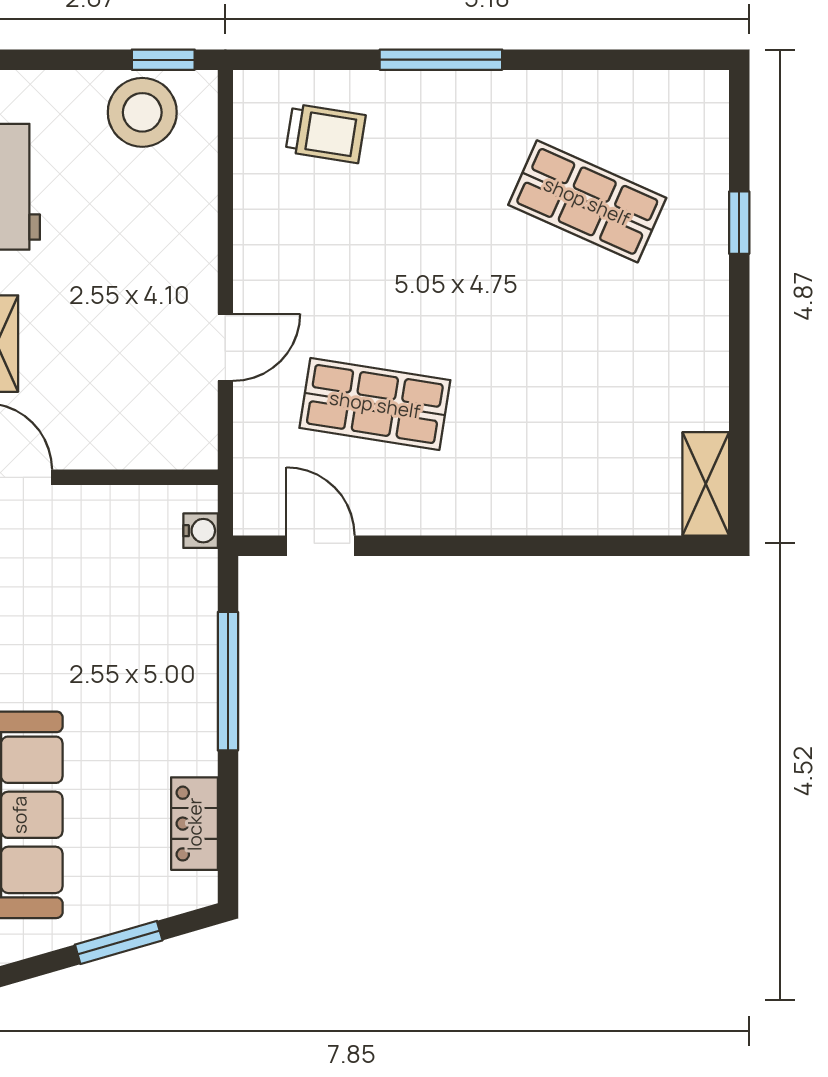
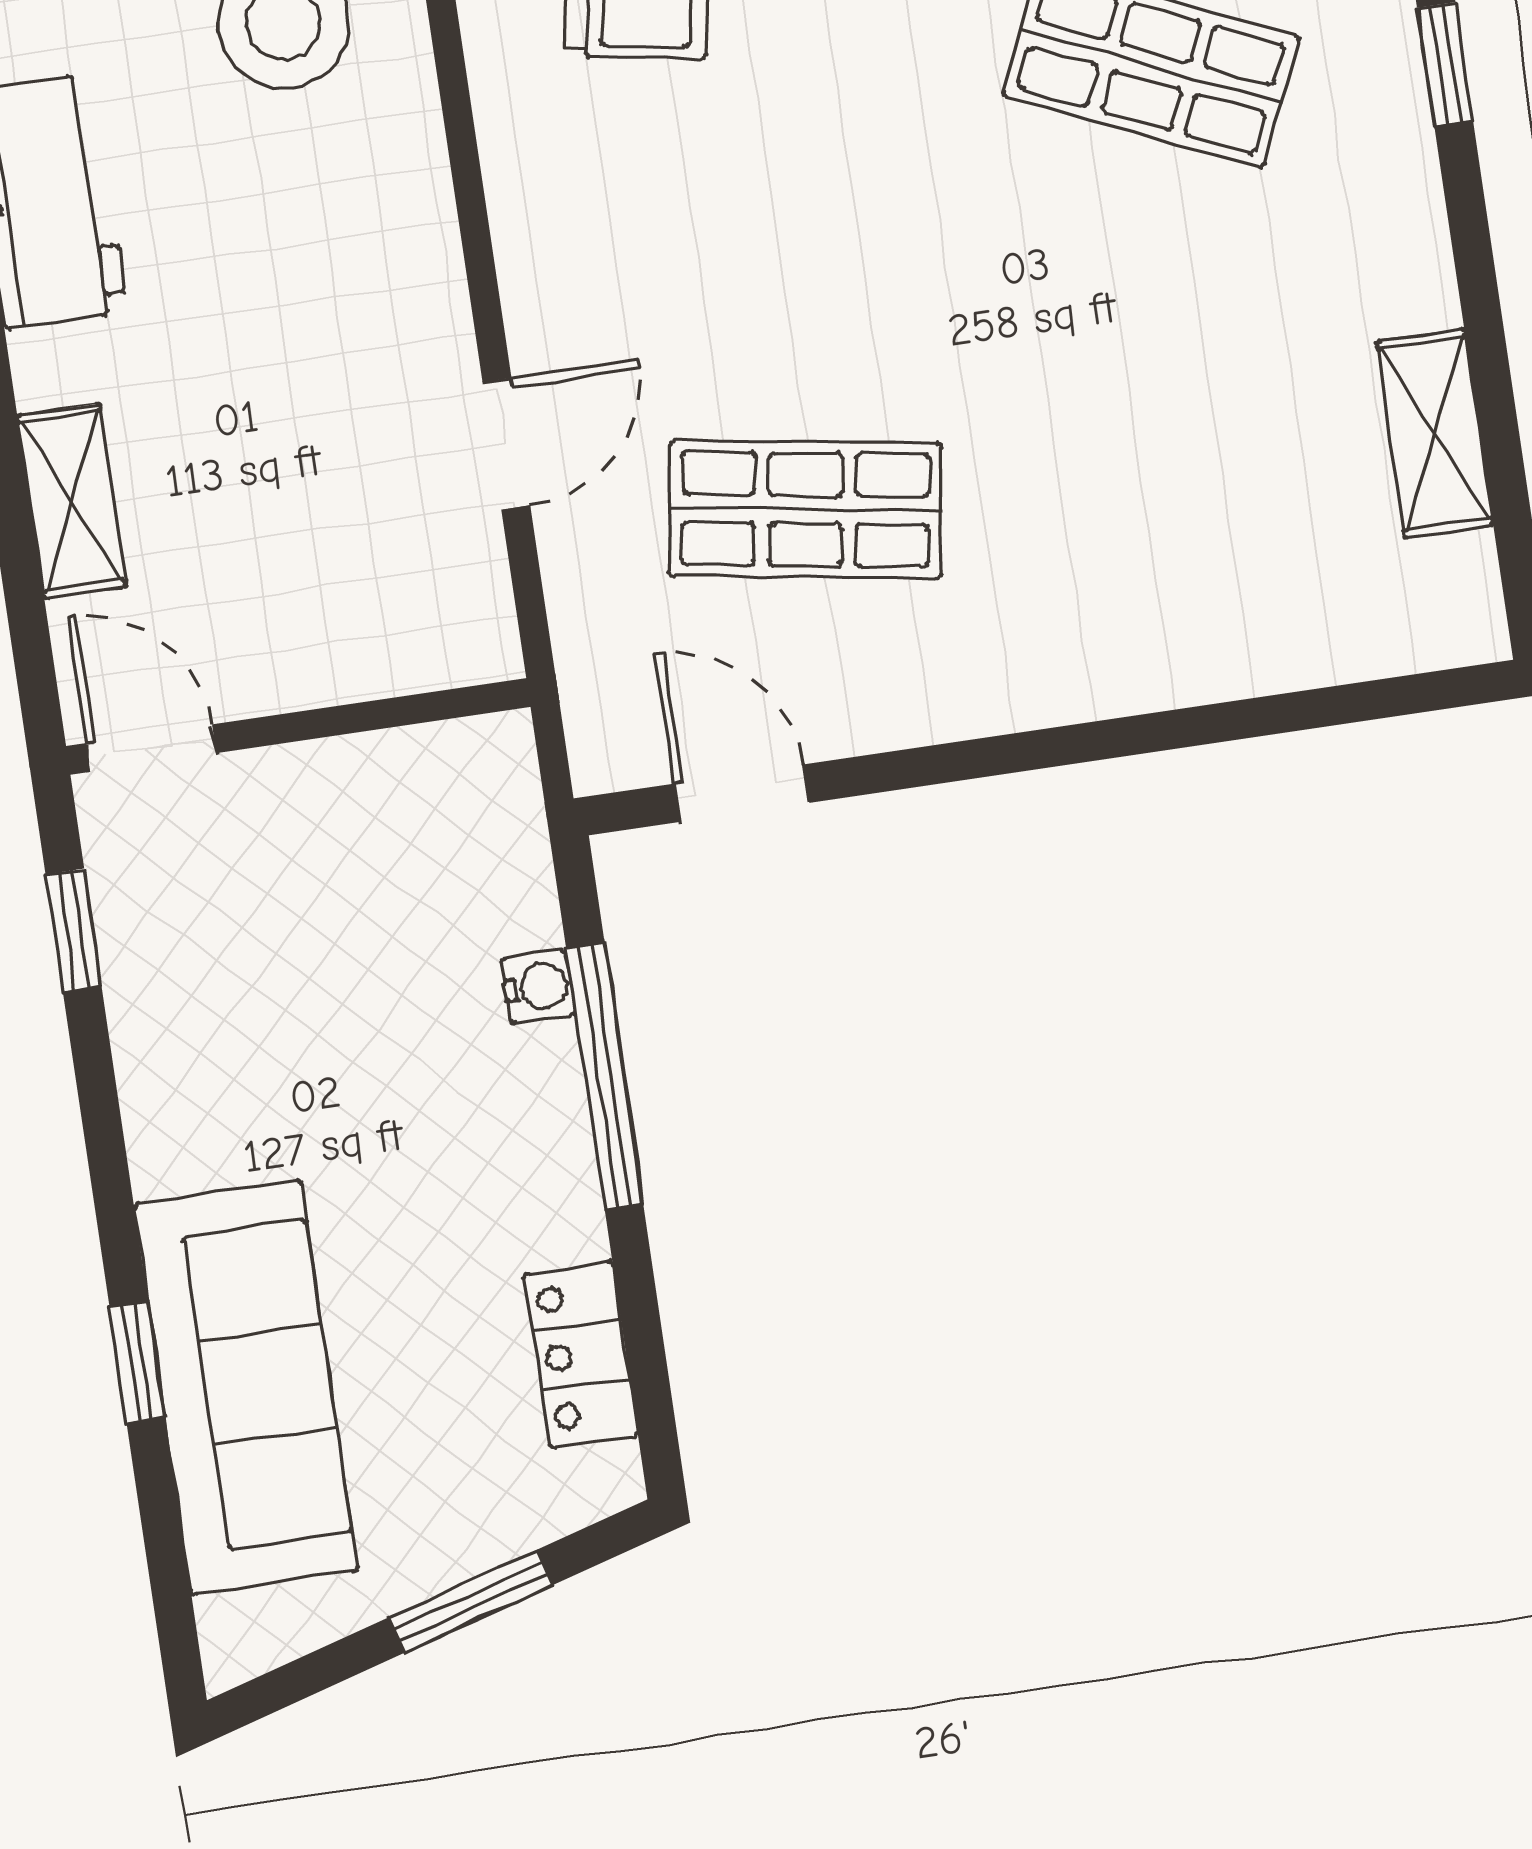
shelving: (706, 484) -> (1435, 433), moved
water cooler: (201, 531) -> (538, 987), moved

